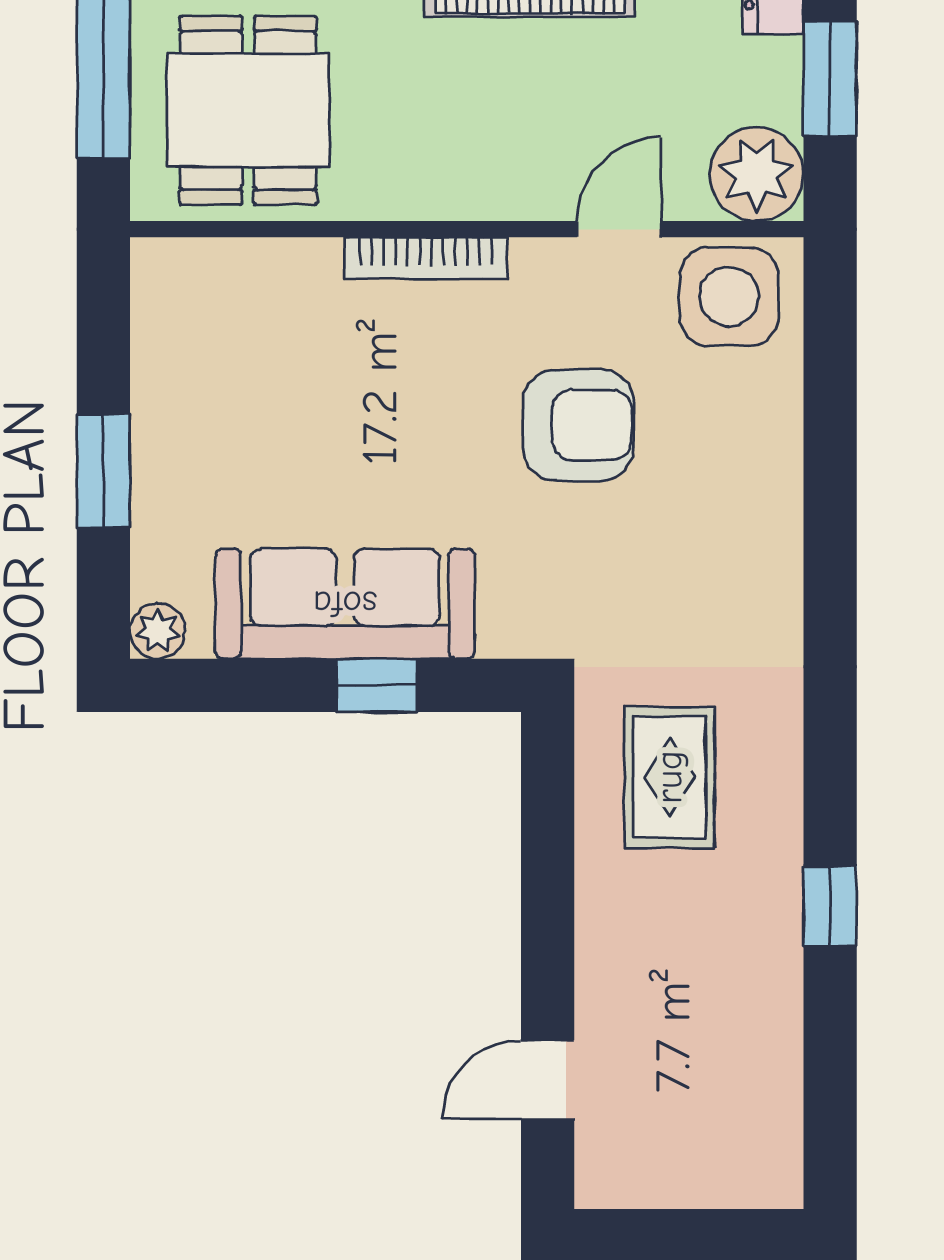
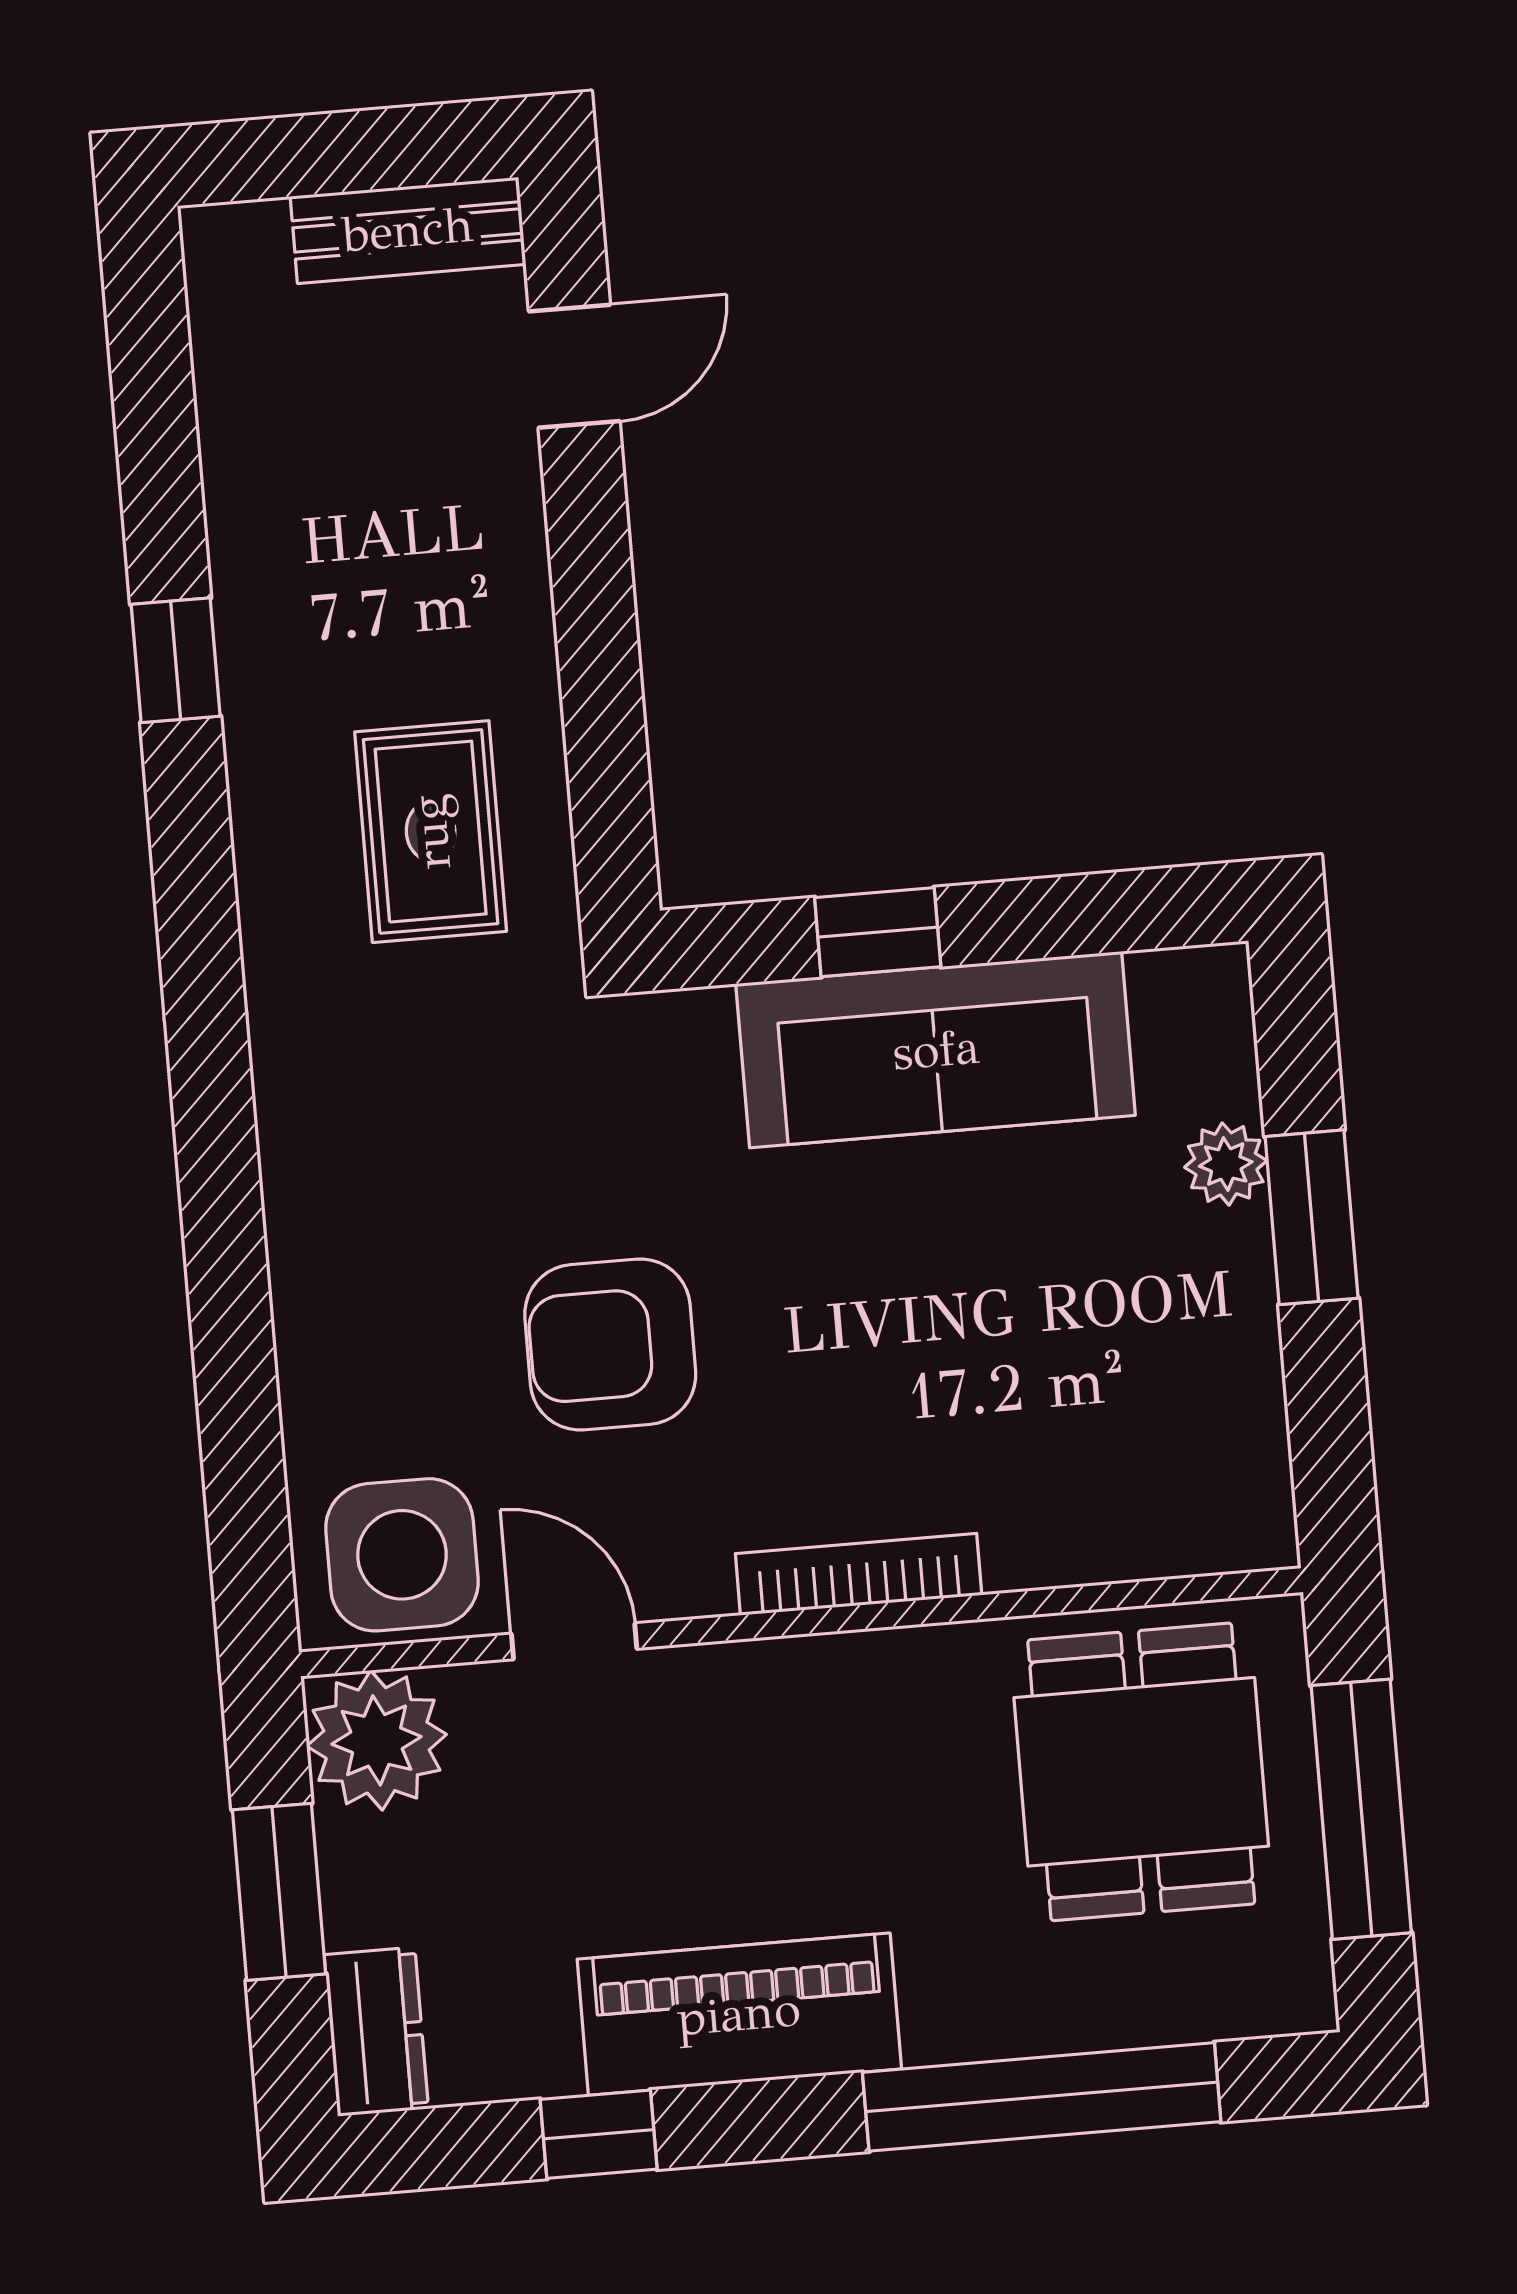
door: (619, 229) -> (574, 1641), swing flipped
plant: (158, 631) -> (1226, 1164), moved
bench: (651, 1180) -> (408, 230), added

